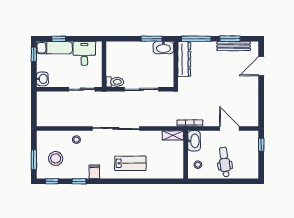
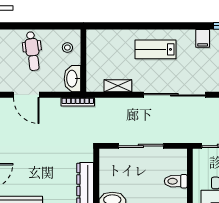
toilet: (115, 82) -> (176, 181), moved
shelving: (173, 135) -> (118, 86), moved

